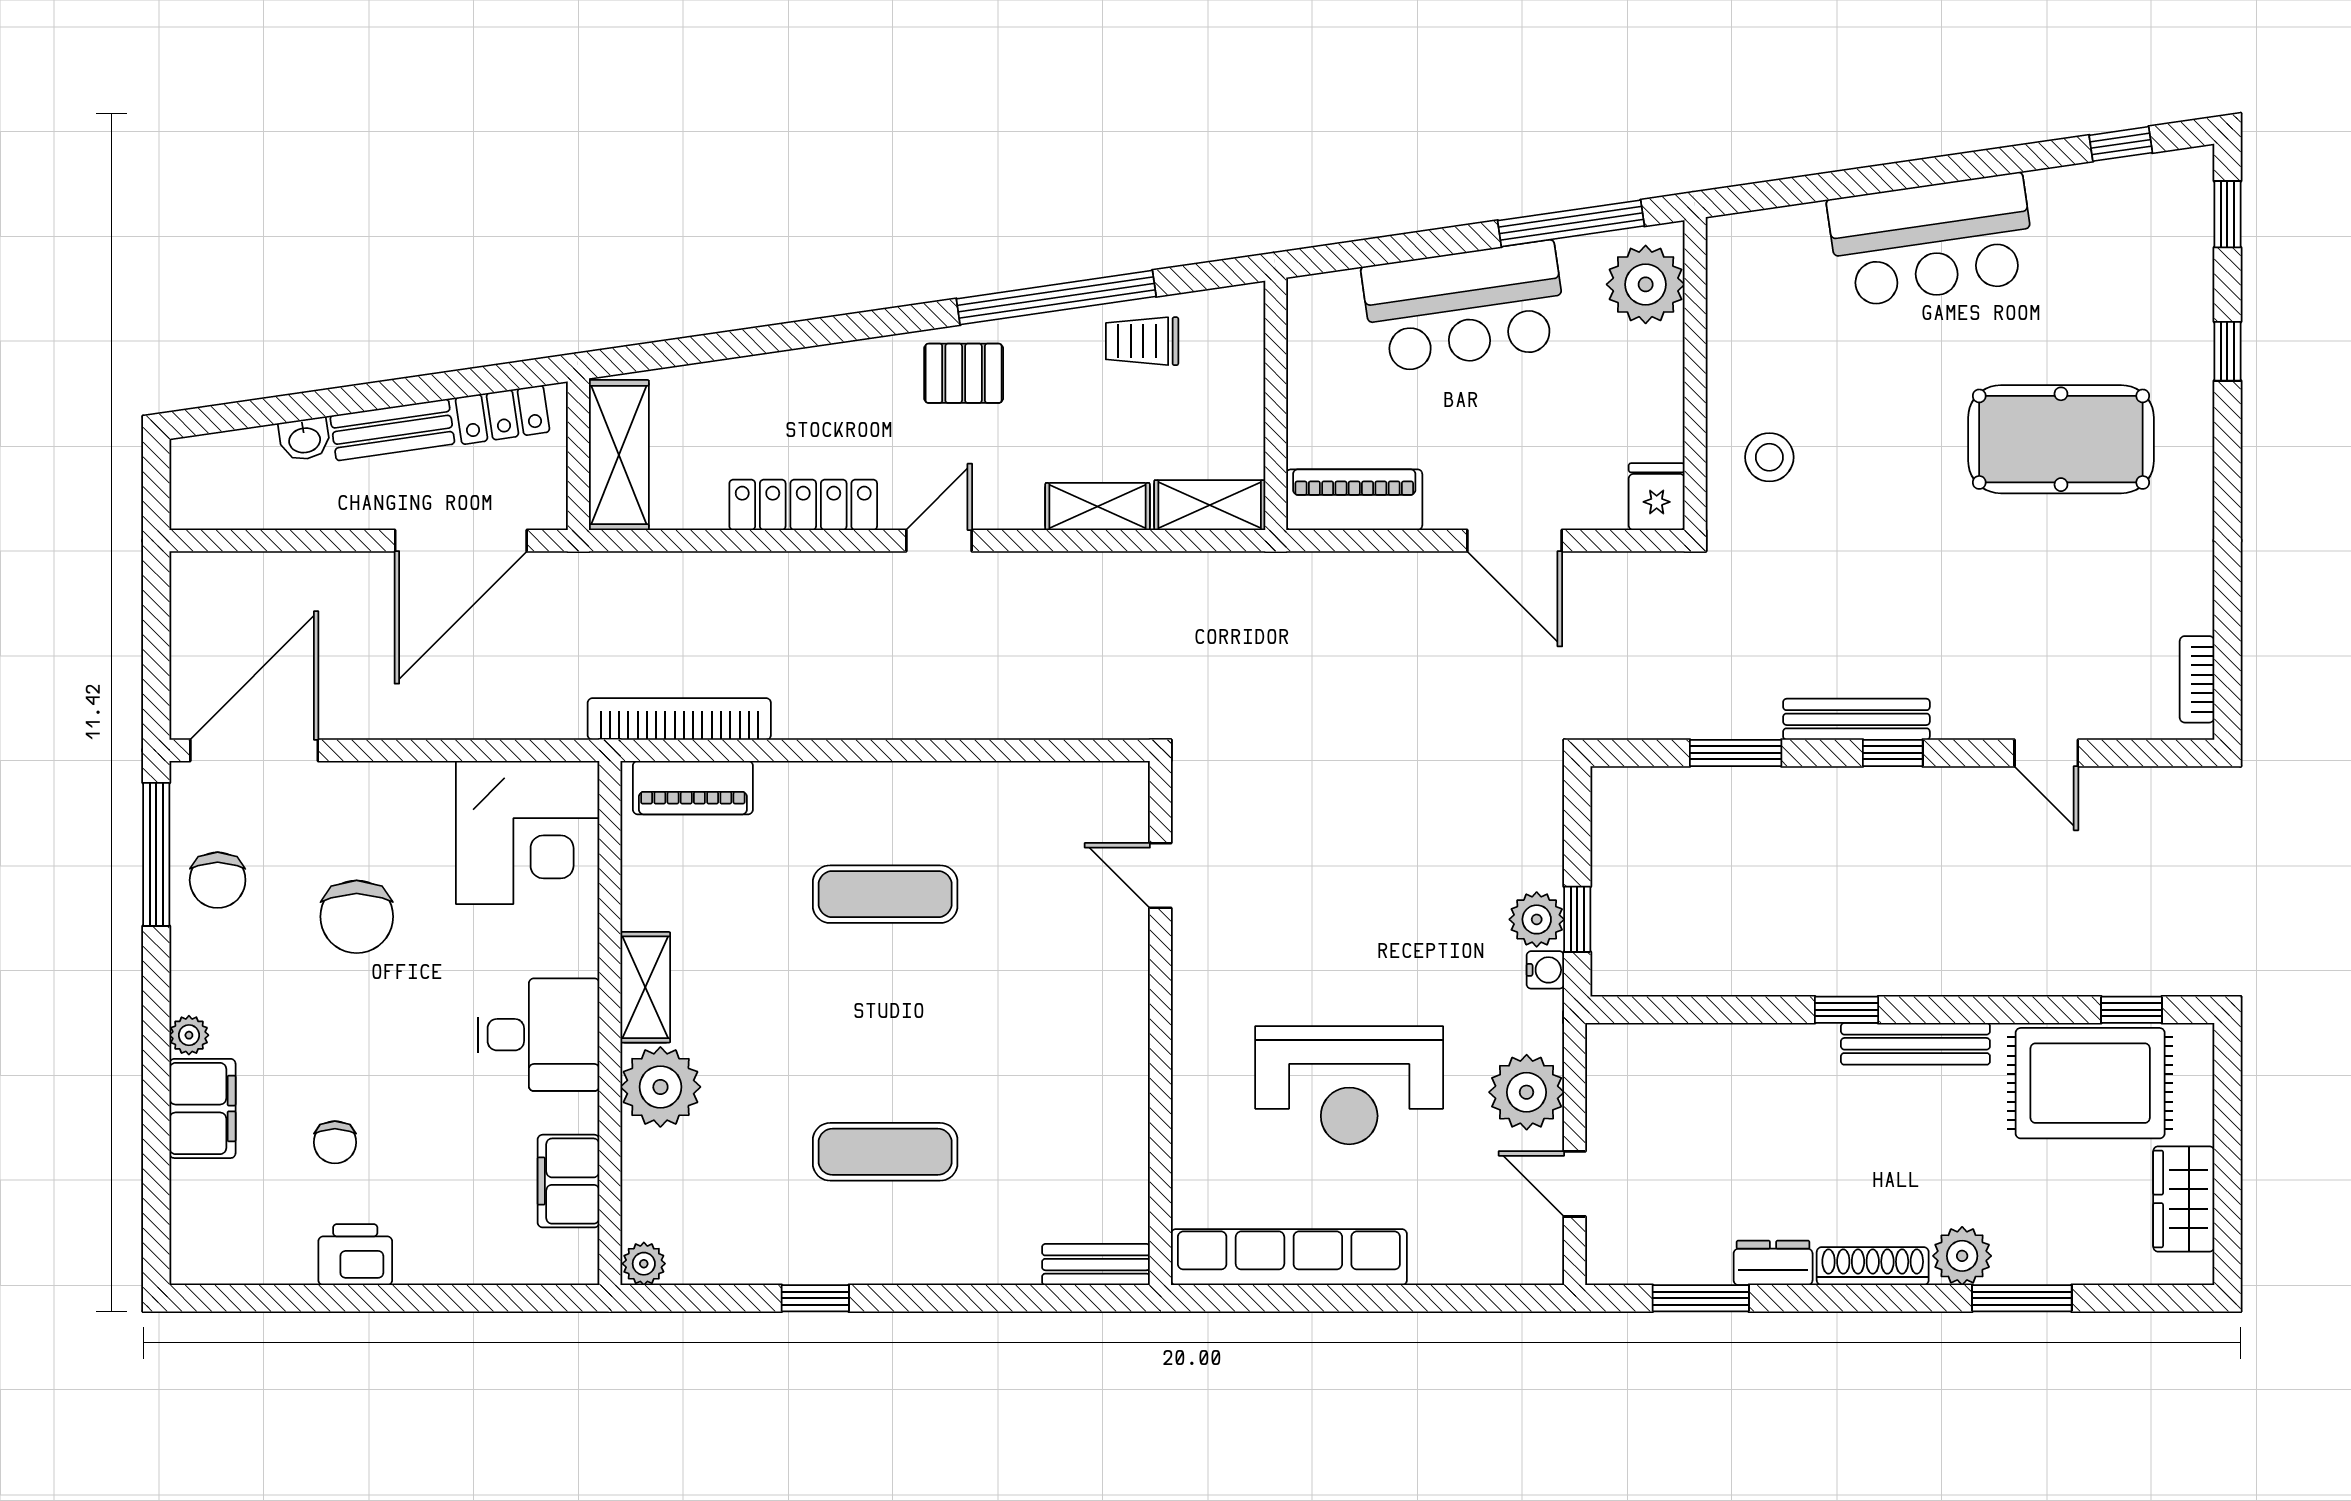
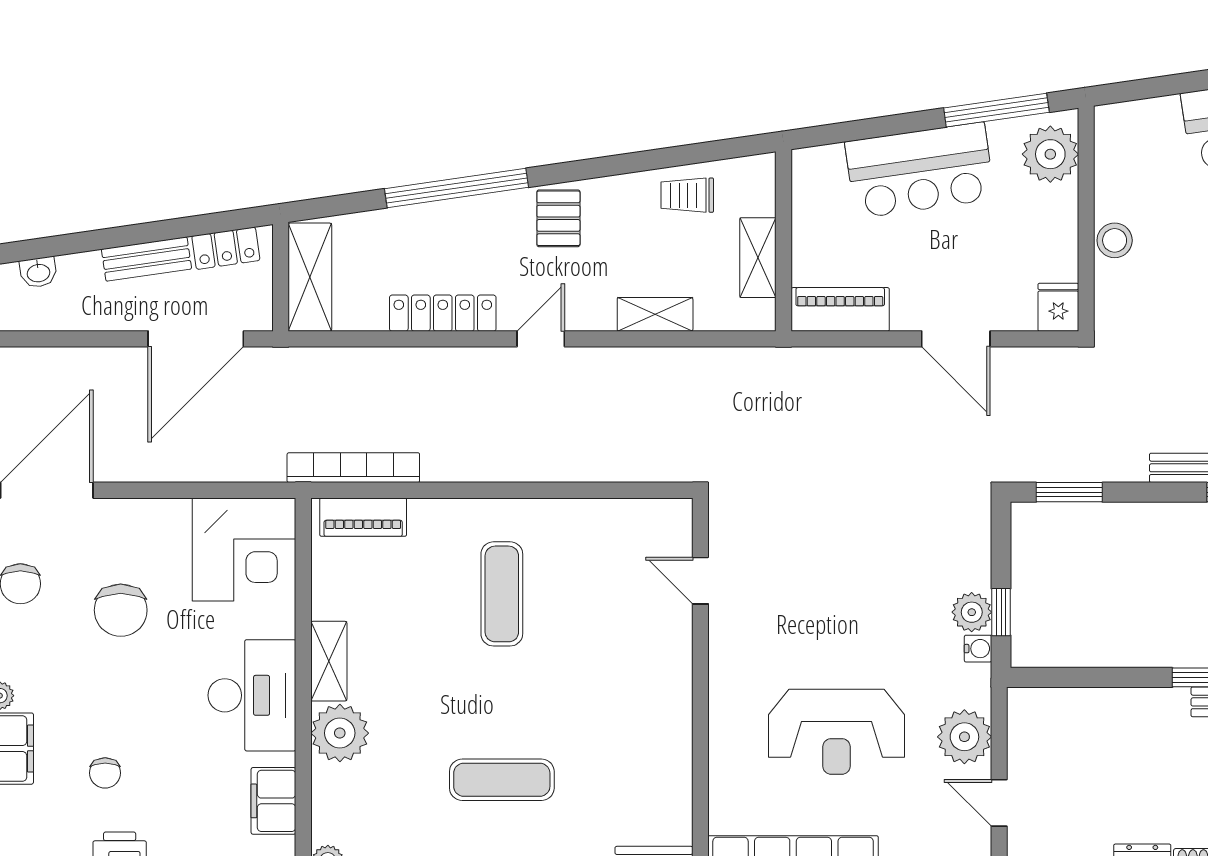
window: (1056, 298) -> (457, 188), moved
pallet: (964, 373) -> (558, 218), turned 90
washbasin: (304, 439) -> (38, 272), moved
stool: (1769, 457) -> (1115, 240), moved
shelving: (1210, 505) -> (758, 258), moved, turned 90
window: (1736, 753) -> (1069, 492), moved
exercise mat: (885, 894) -> (502, 594), turned 90
desk: (539, 1035) -> (252, 695), width x1.37

